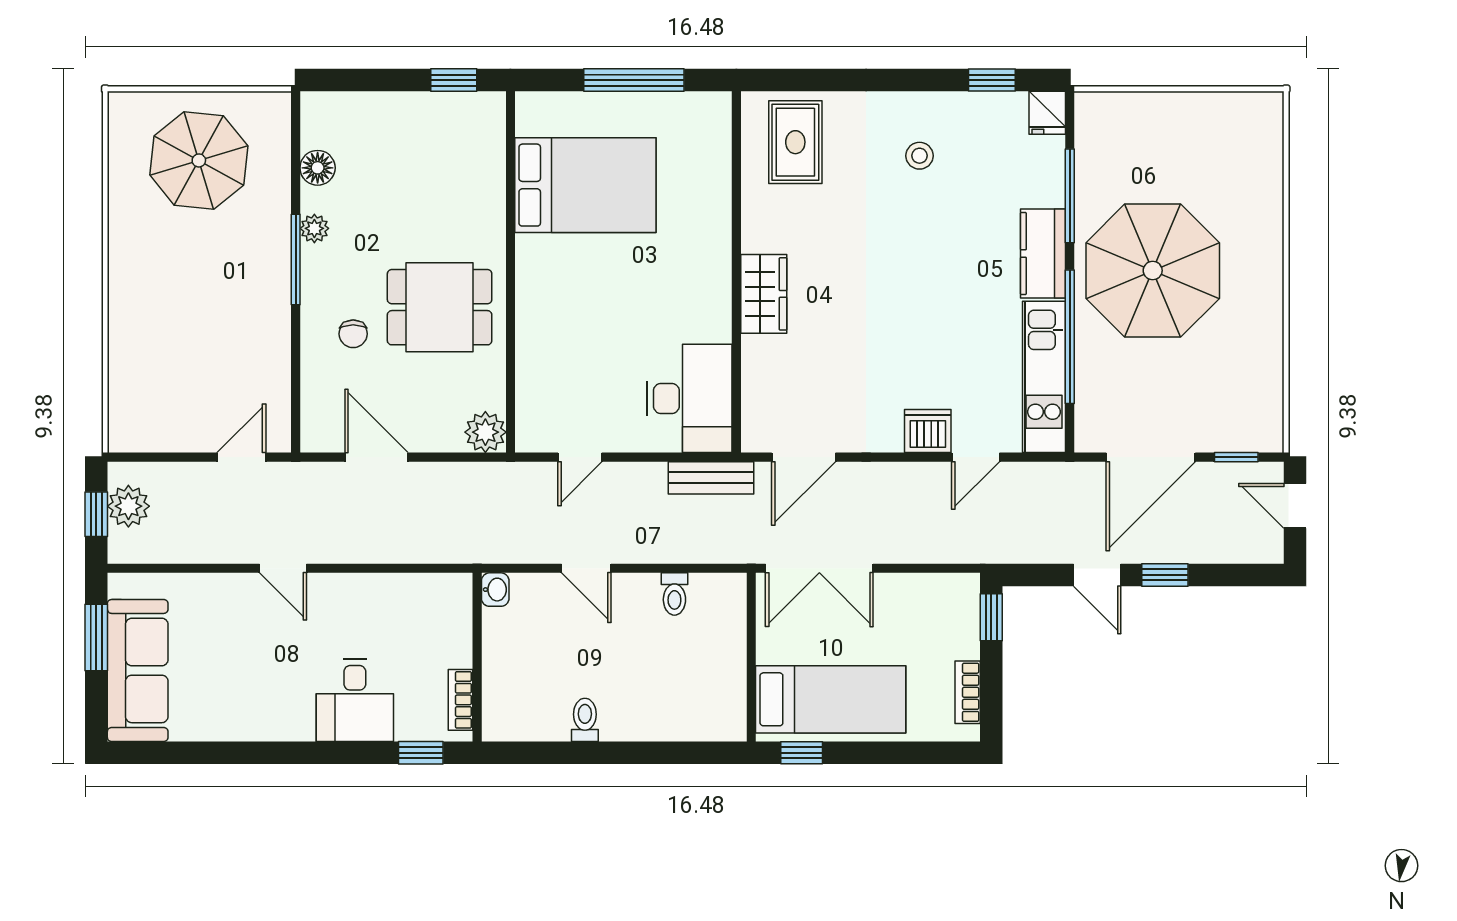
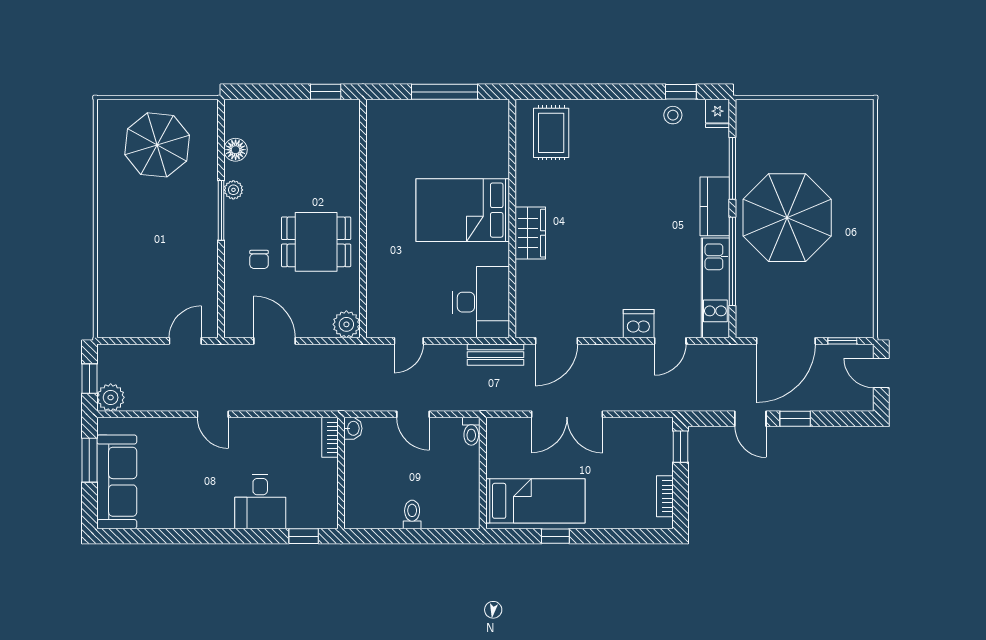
stool: (919, 156) -> (673, 115), moved
bed: (585, 185) -> (463, 210), moved, turned 180
plant: (128, 506) -> (111, 397), moved
wall: (751, 657) -> (483, 473), moved
bed: (831, 699) -> (535, 501), moved
bookcase: (460, 700) -> (330, 437), moved

